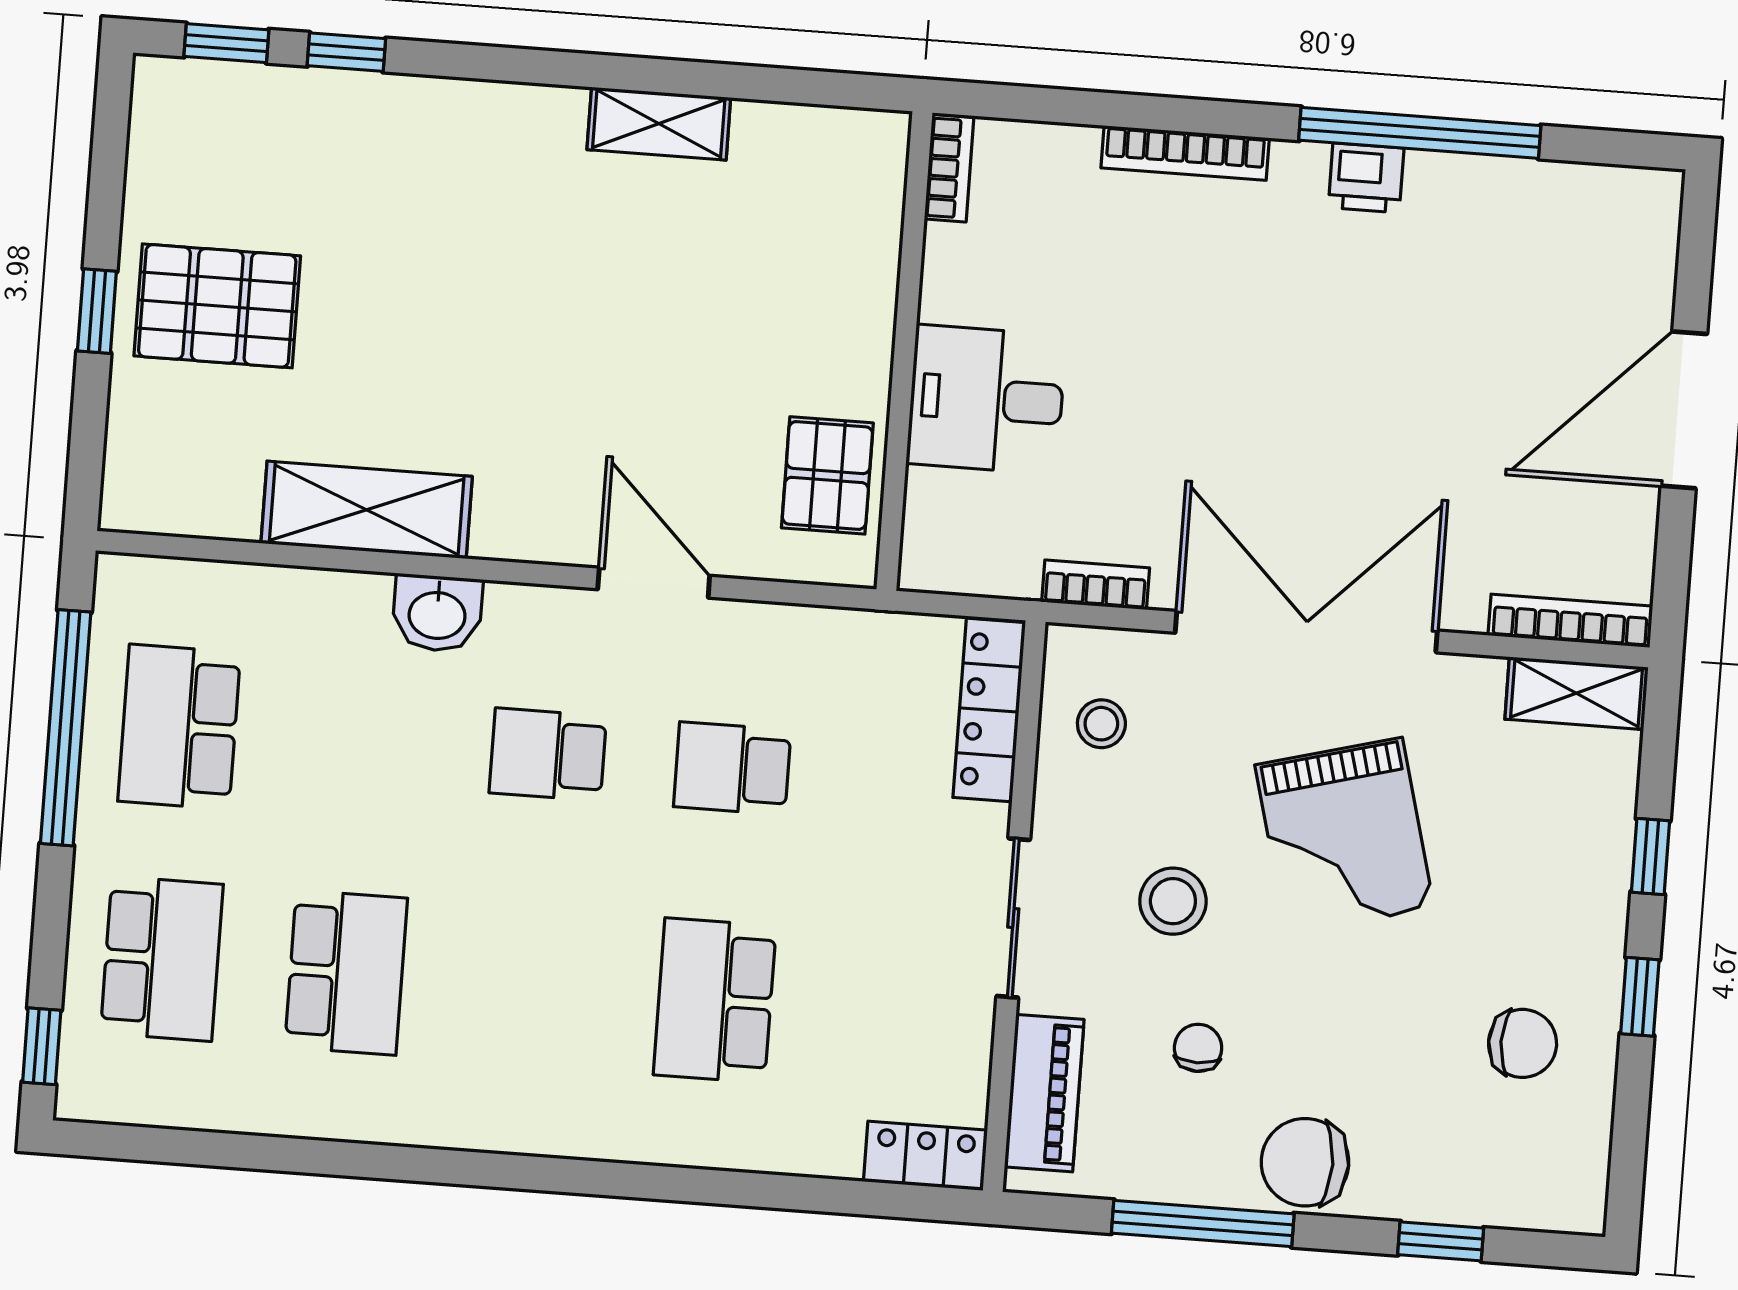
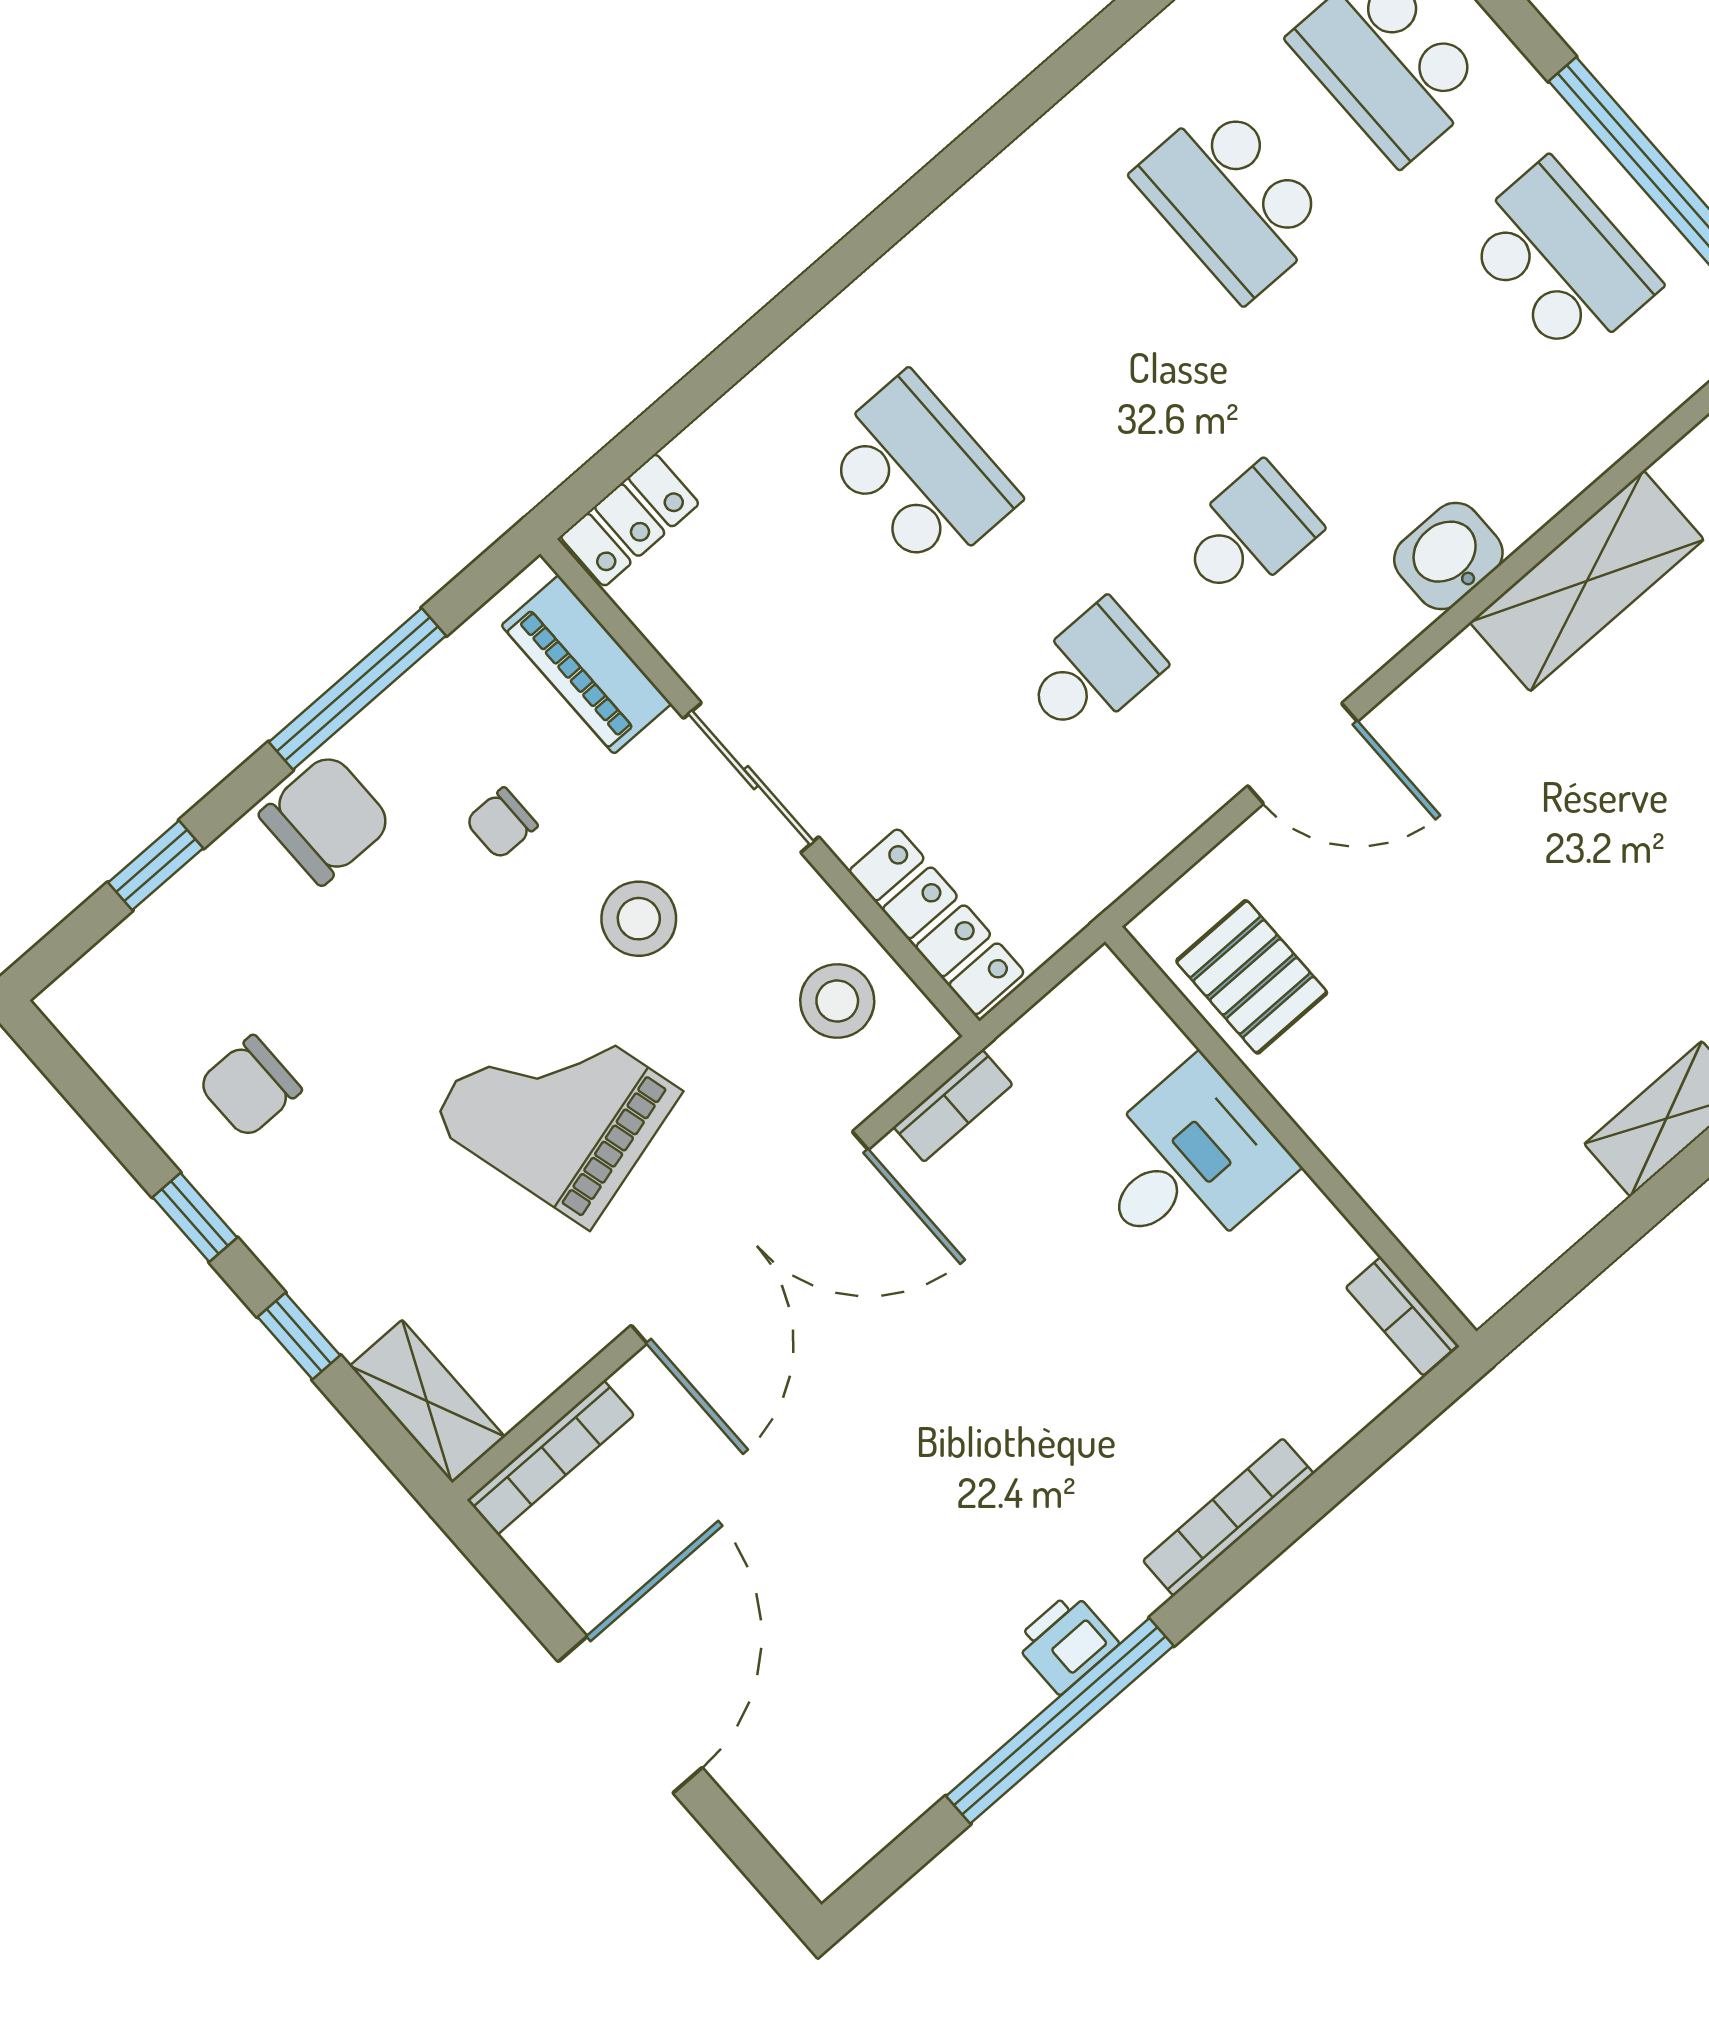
shelving: (1576, 693) -> (427, 1401), moved, turned 90
stool: (1101, 724) -> (837, 1001), width x1.37, depth x1.37
chair: (1198, 1048) -> (502, 823), turned 90

